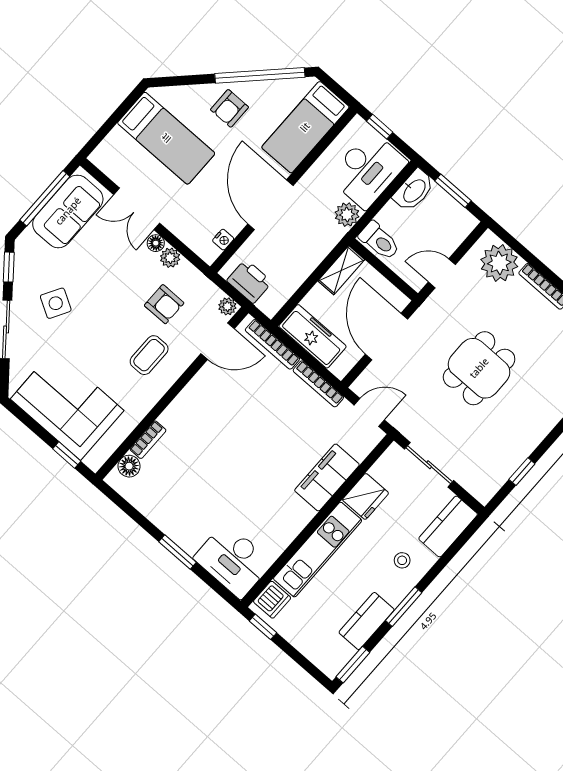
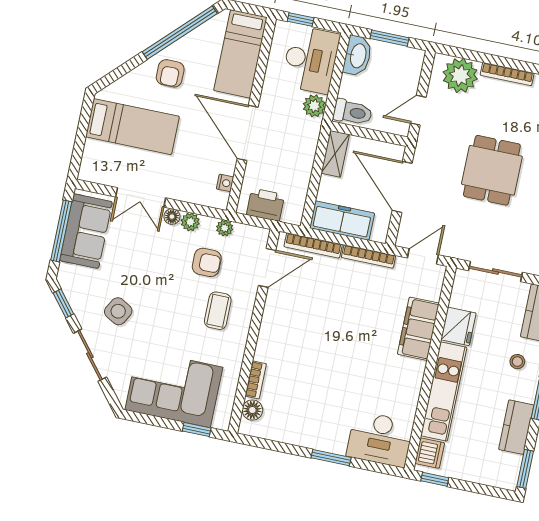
plant: (227, 306) -> (225, 228), moved

